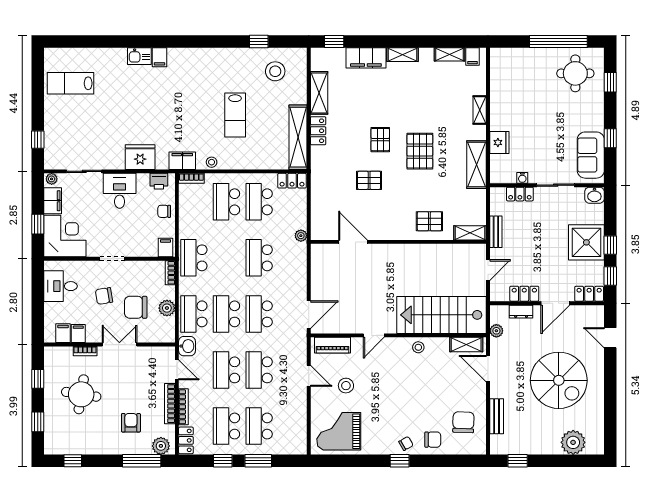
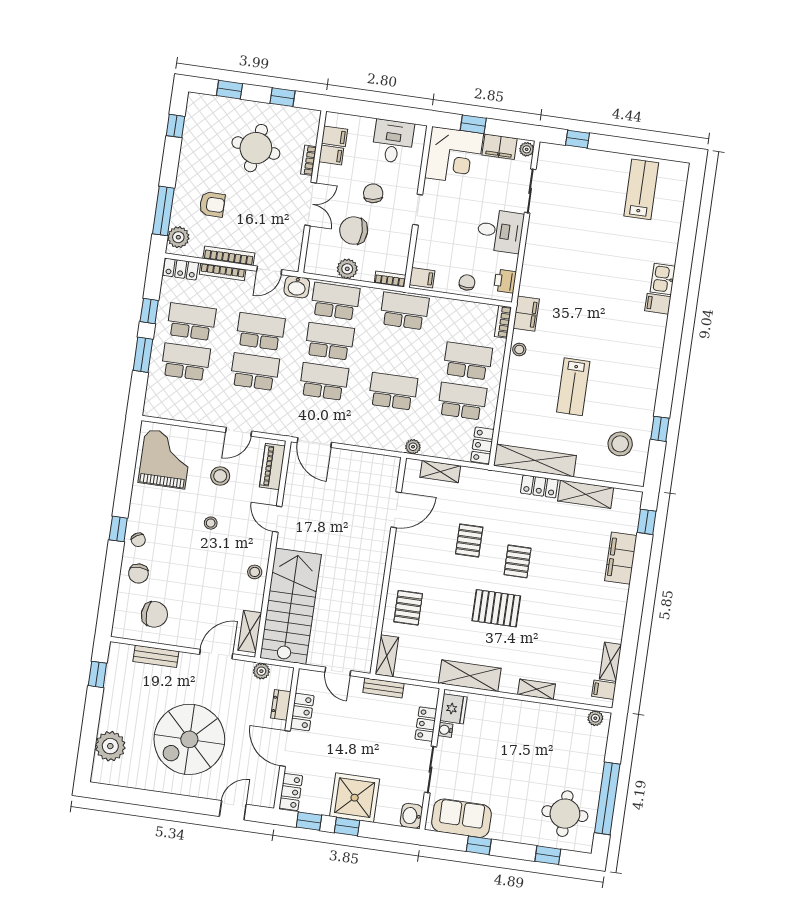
shelving: (403, 55) -> (440, 472), moved, turned 90
plant: (496, 60) -> (595, 718), added
lab bench: (235, 115) -> (573, 387), turned -90
pallet: (380, 140) -> (518, 561), turned 90
fridge: (499, 143) -> (453, 709), moved, turned -90
fridge: (140, 157) -> (538, 262), removed
chair: (136, 307) -> (354, 231), turned -90
stool: (384, 388) -> (211, 523), added

